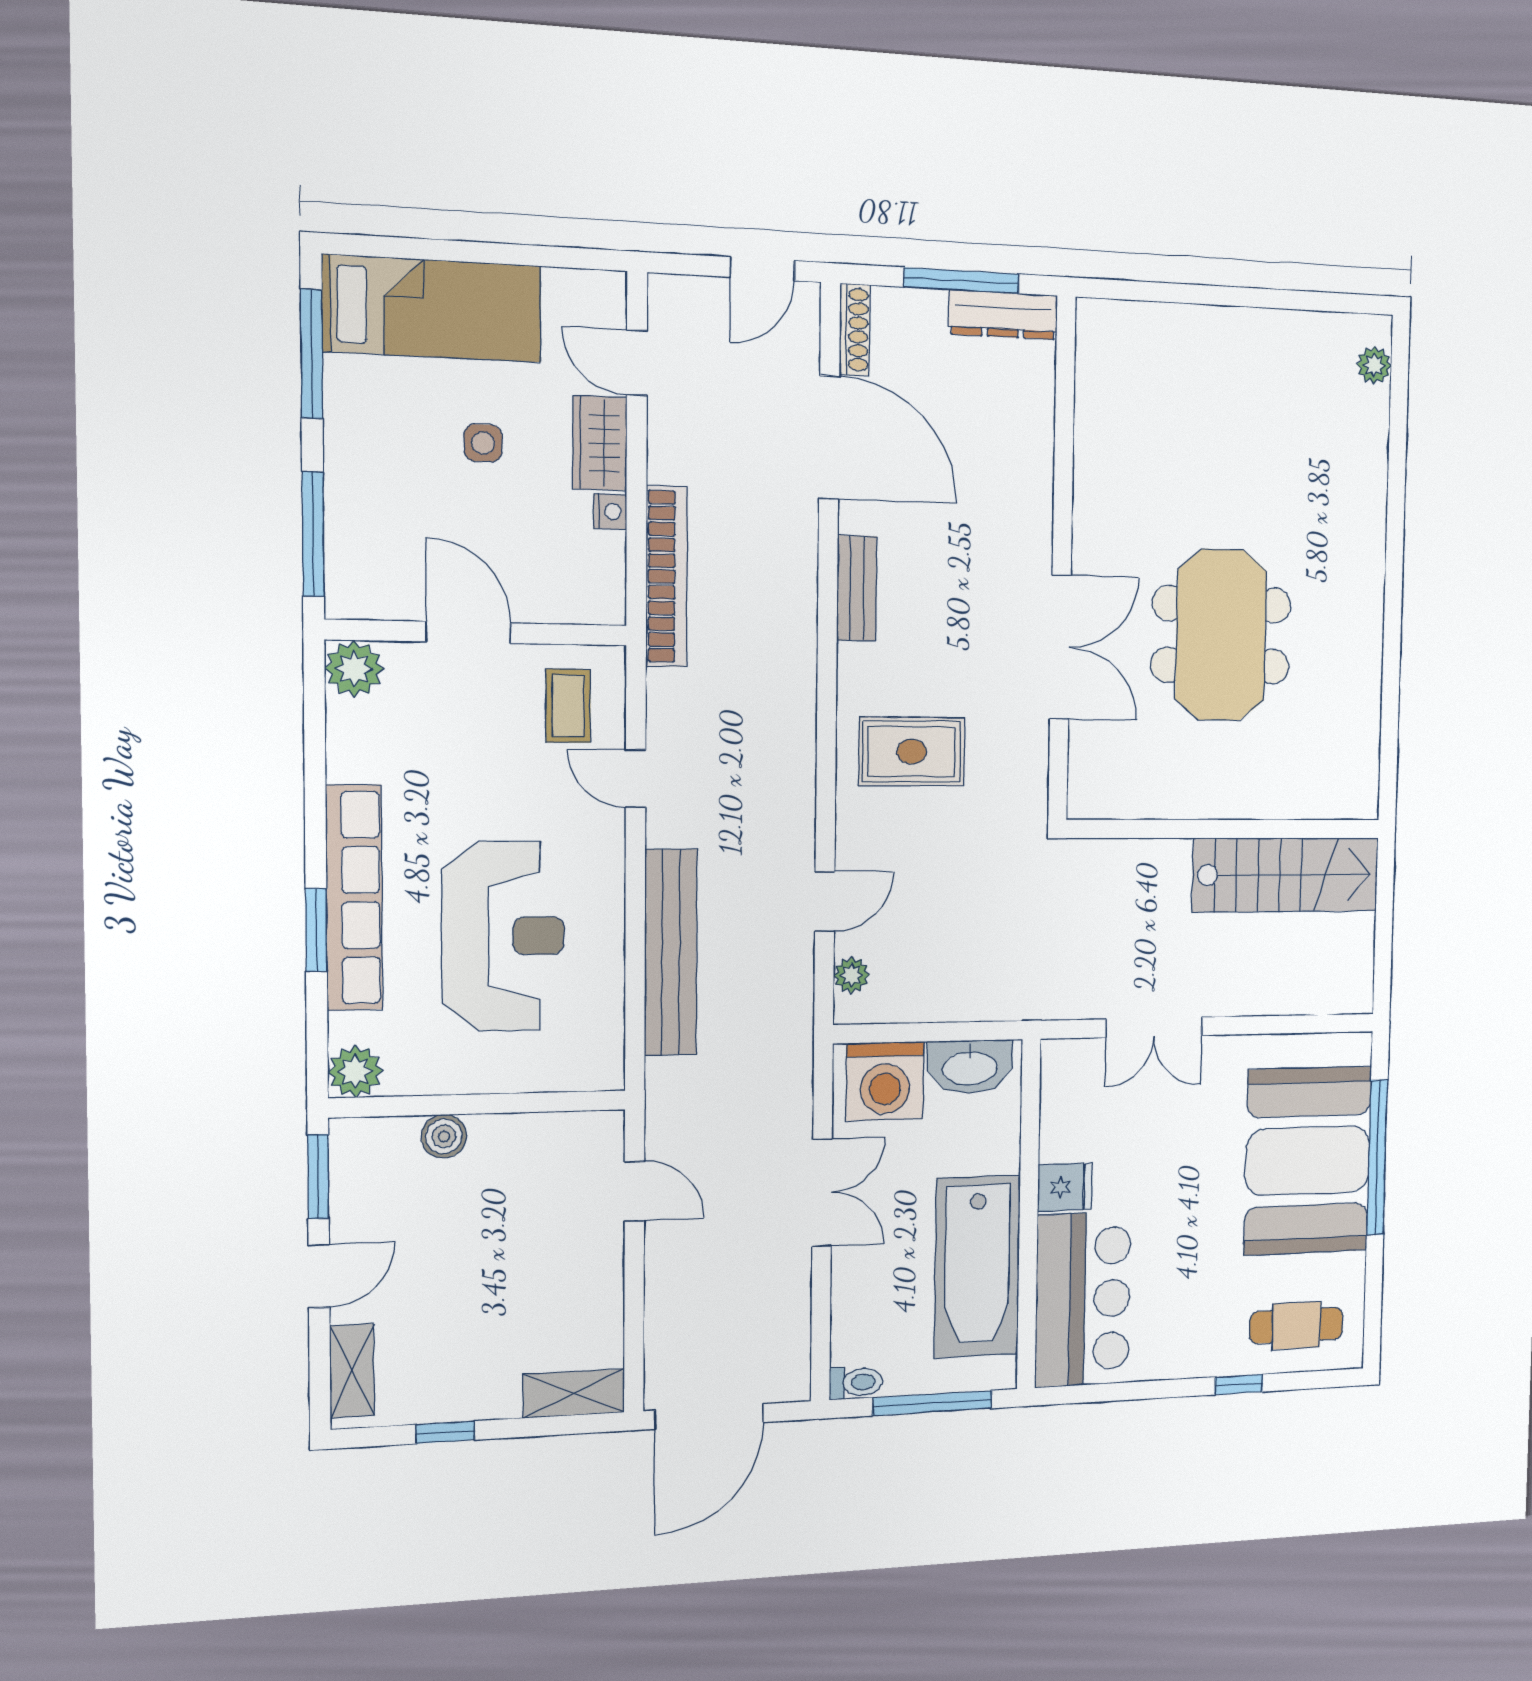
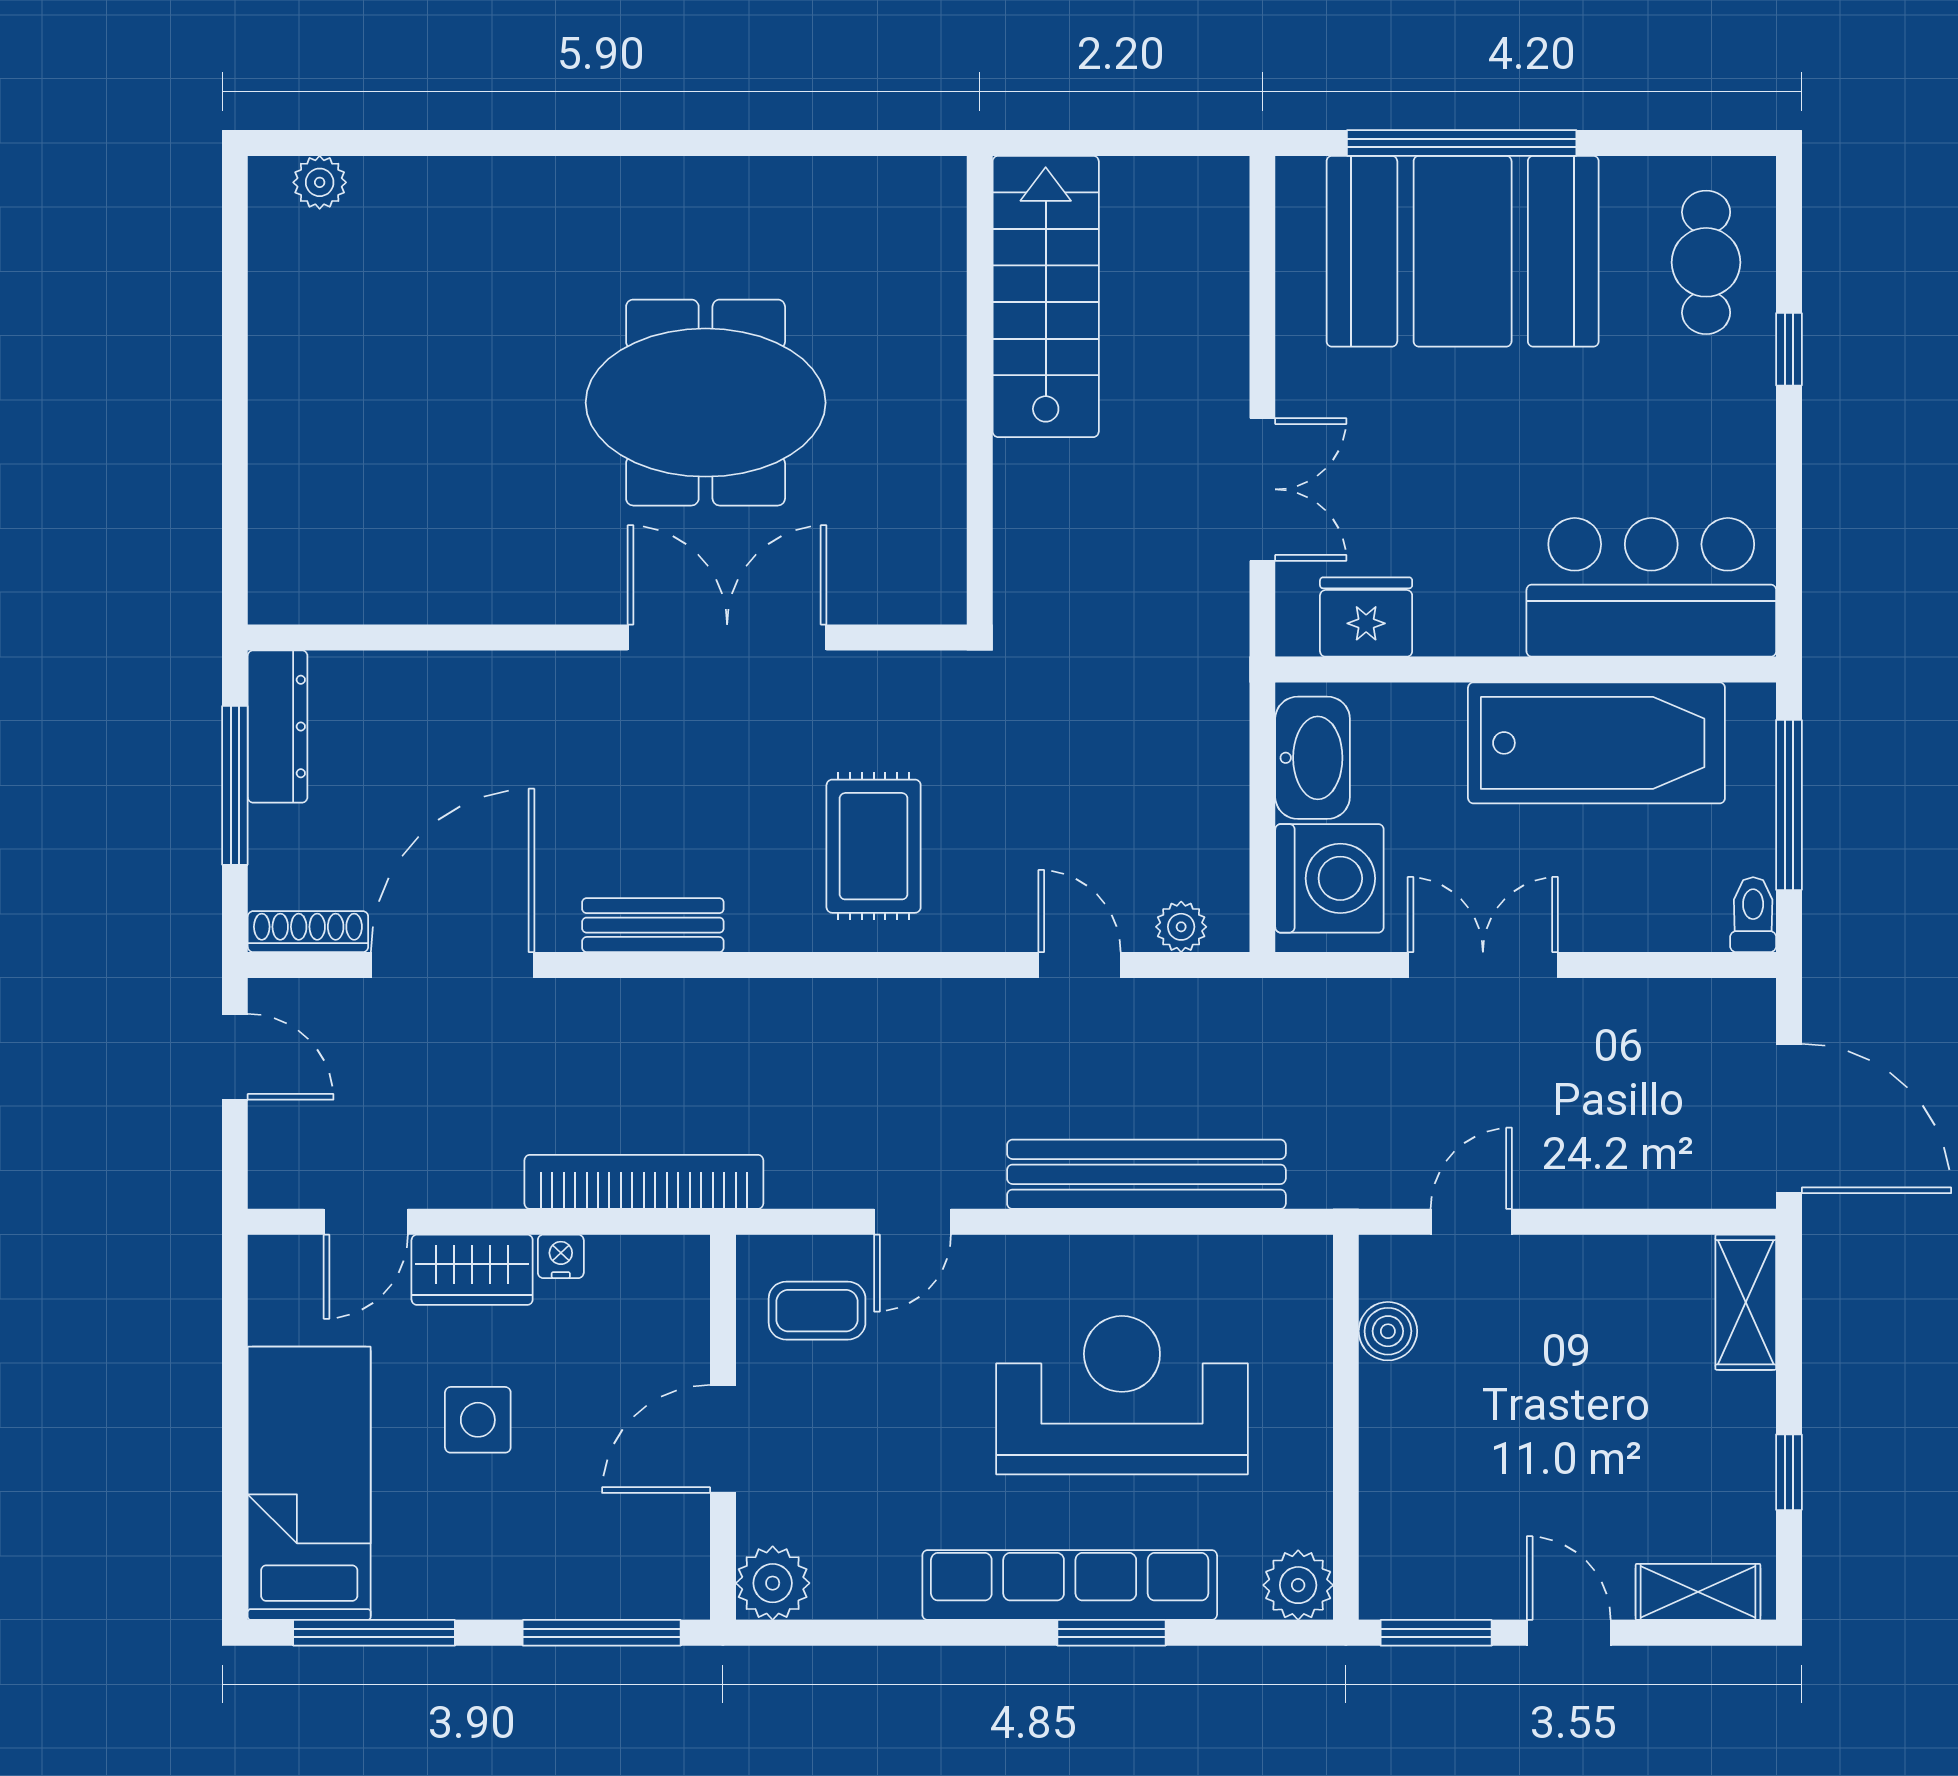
side table: (483, 443) -> (478, 1420), width x1.37, depth x1.37
boiler: (444, 1136) -> (1388, 1331), moved
fridge: (1065, 1187) -> (1366, 617), moved, width x1.38

